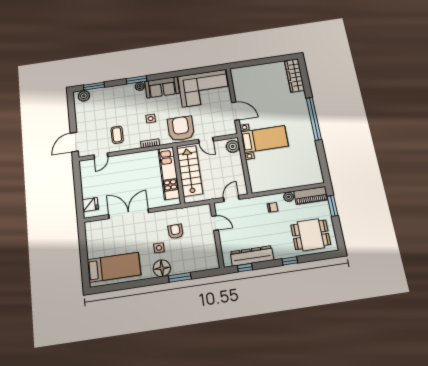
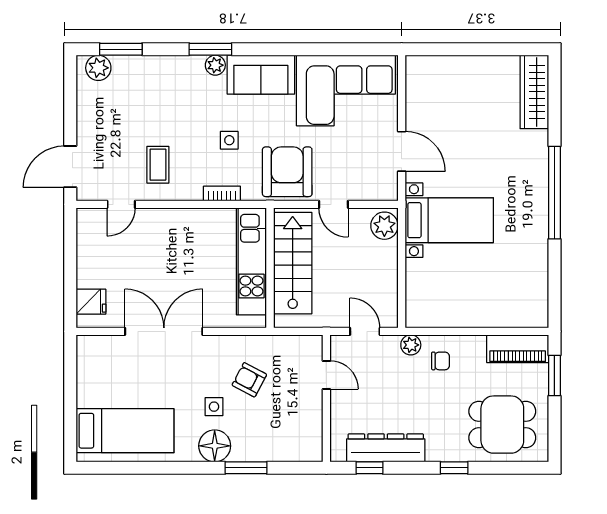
plant: (289, 197) -> (411, 345), moved
door: (231, 198) -> (365, 331), hinge flipped
armchair: (176, 231) -> (249, 380), turned -60

